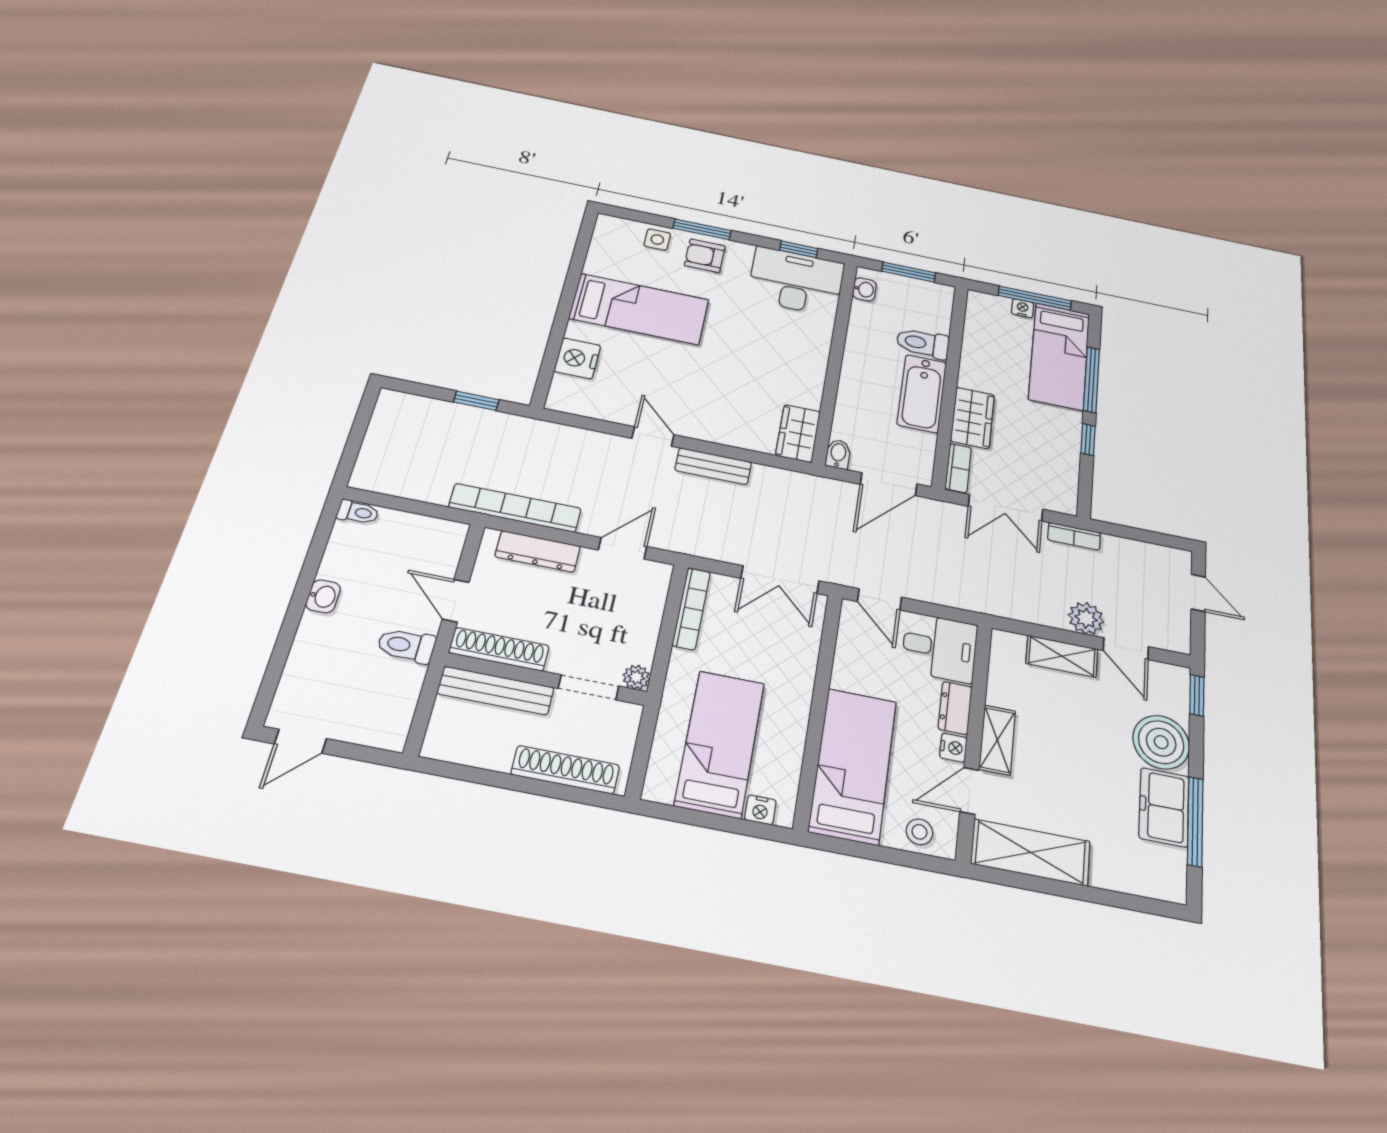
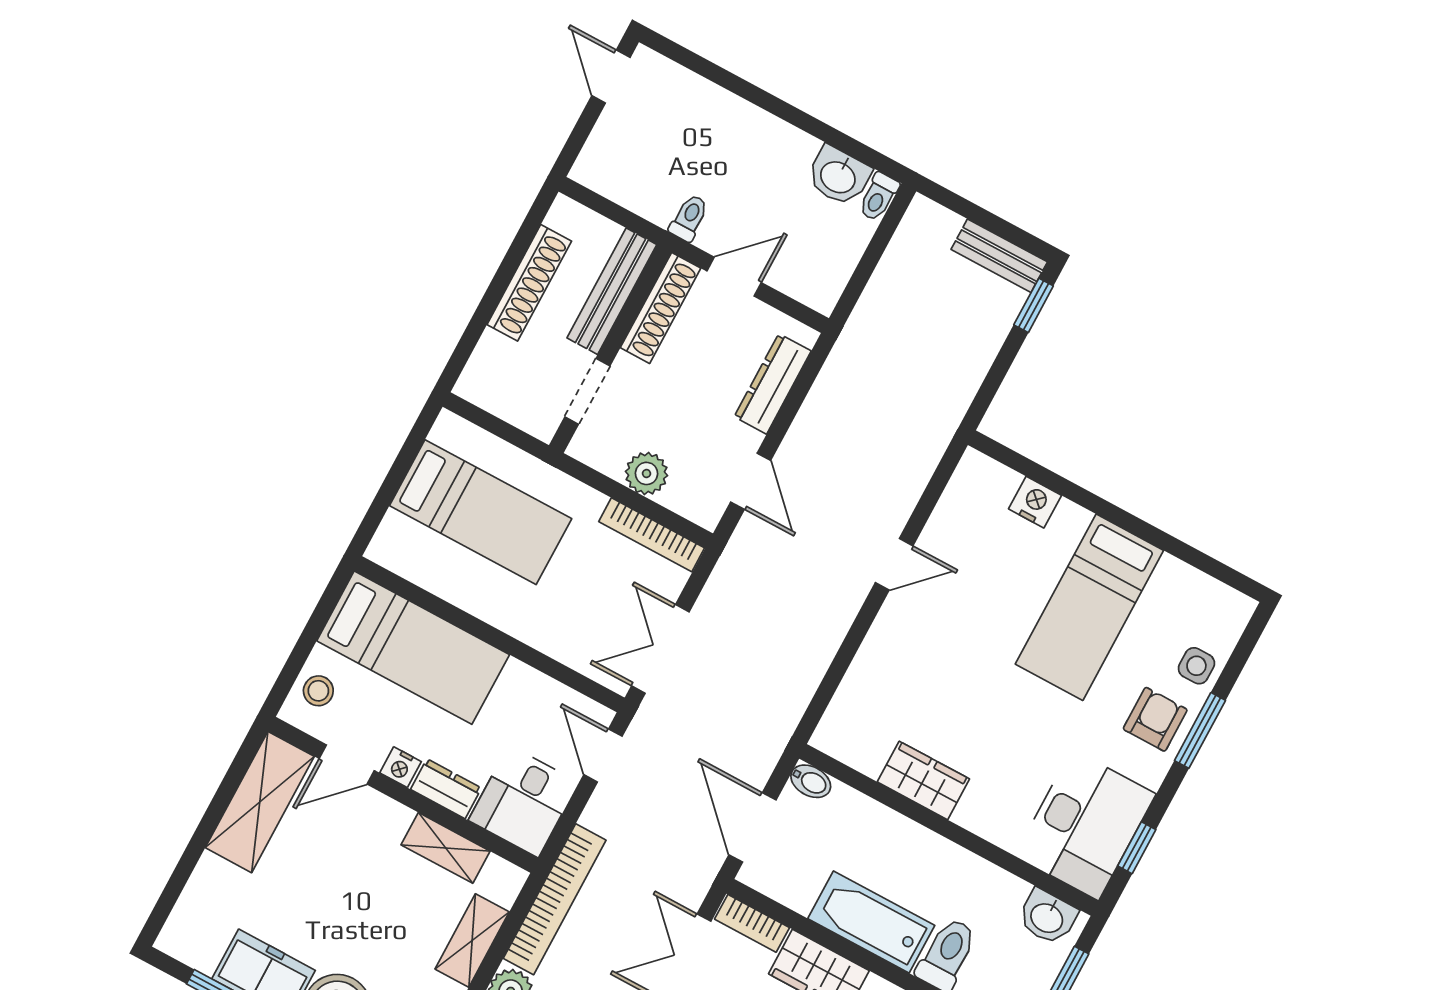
washbasin: (864, 289) -> (1047, 917), width x1.38, depth x1.45
nightstand: (577, 358) -> (1035, 502), width x0.74, depth x0.75
window: (476, 401) -> (1034, 305), moved
wardrobe: (798, 433) -> (923, 780), moved
bench: (713, 466) -> (999, 256), moved, turned 90
bookcase: (515, 508) -> (555, 899), moved
washbasin: (323, 596) -> (839, 176), moved, width x1.38, depth x1.45
door: (879, 599) -> (603, 755), hinge flipped
toilet: (406, 646) -> (689, 218), width x0.73, depth x0.72
plant: (636, 677) -> (646, 473), moved, width x1.38, depth x1.38
shelving: (997, 740) -> (446, 848), moved
shoe rack: (565, 770) -> (529, 283), moved
door: (970, 791) -> (347, 764), swing flipped
nightstand: (760, 810) -> (393, 530), removed

